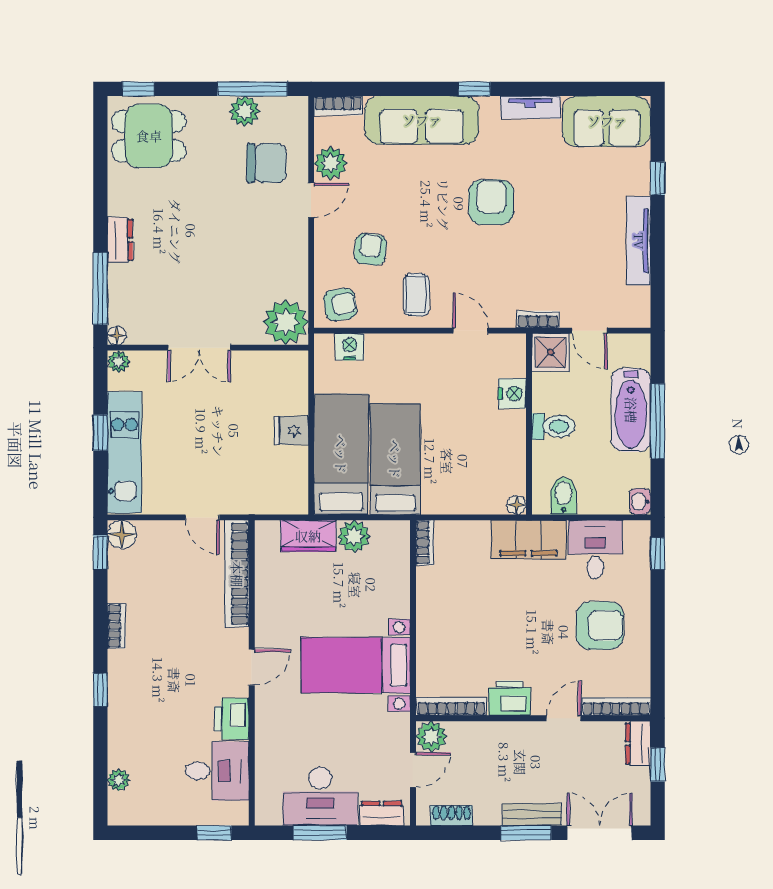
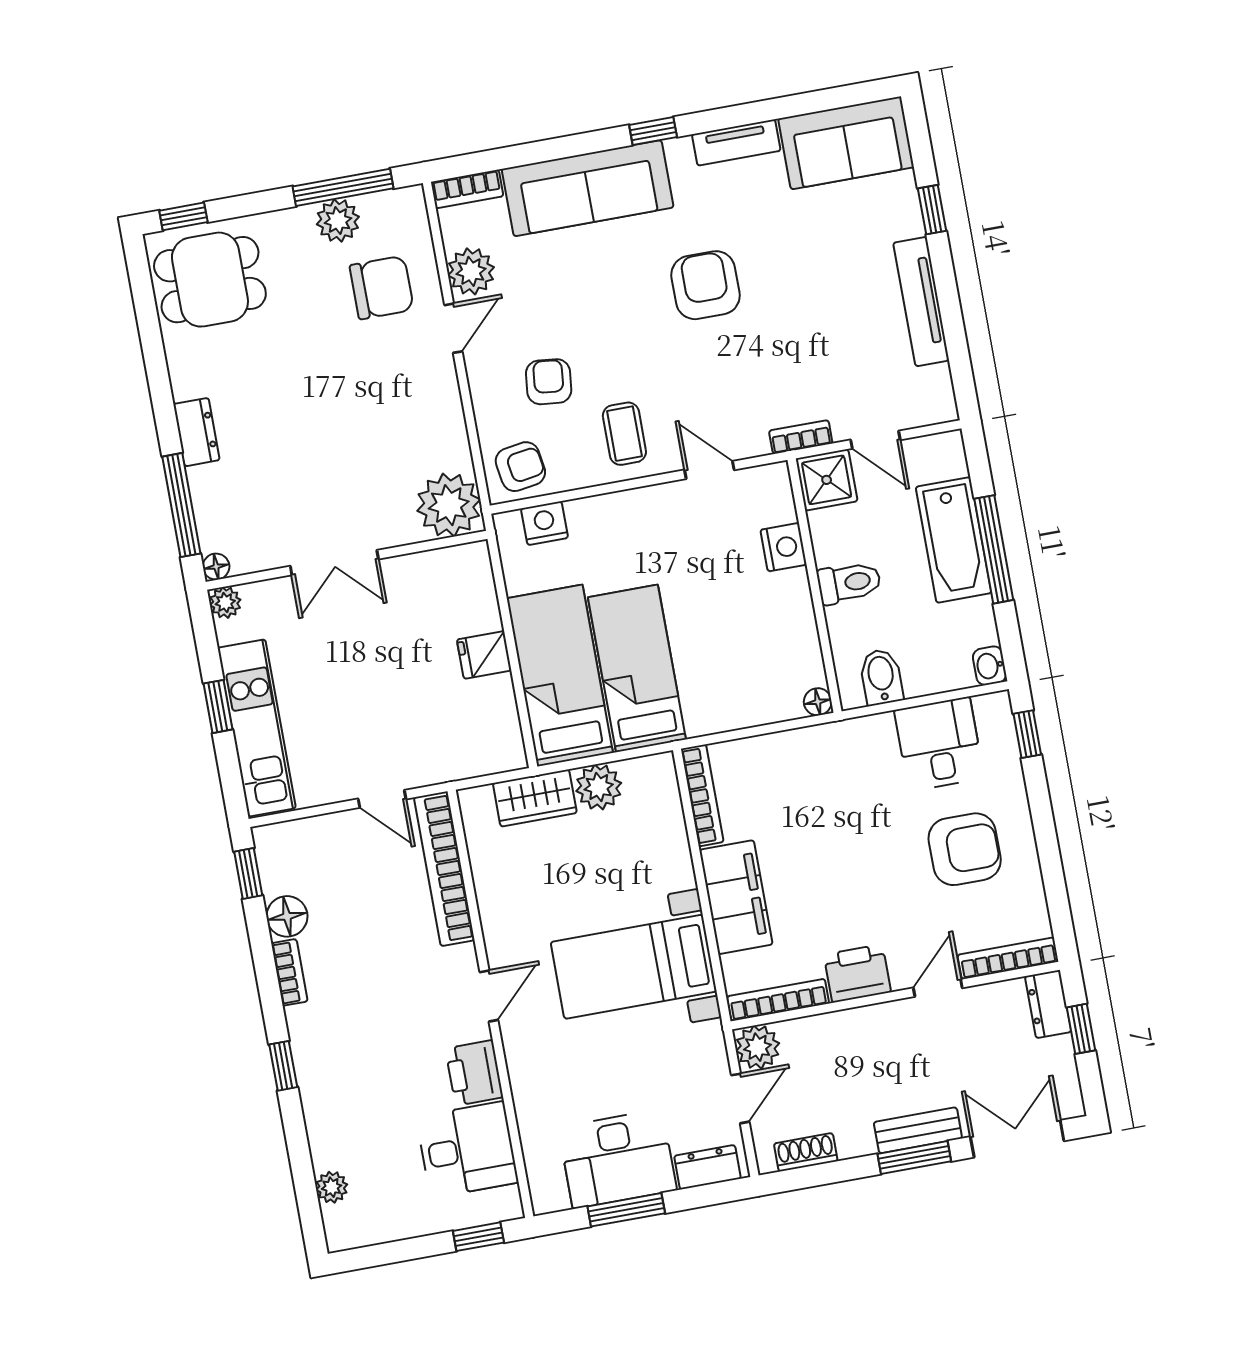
floor lamp: (122, 535) -> (287, 916), moved
filing cabinet: (528, 540) -> (736, 897), moved, turned -90
bookcase: (425, 543) -> (702, 795), width x1.56

